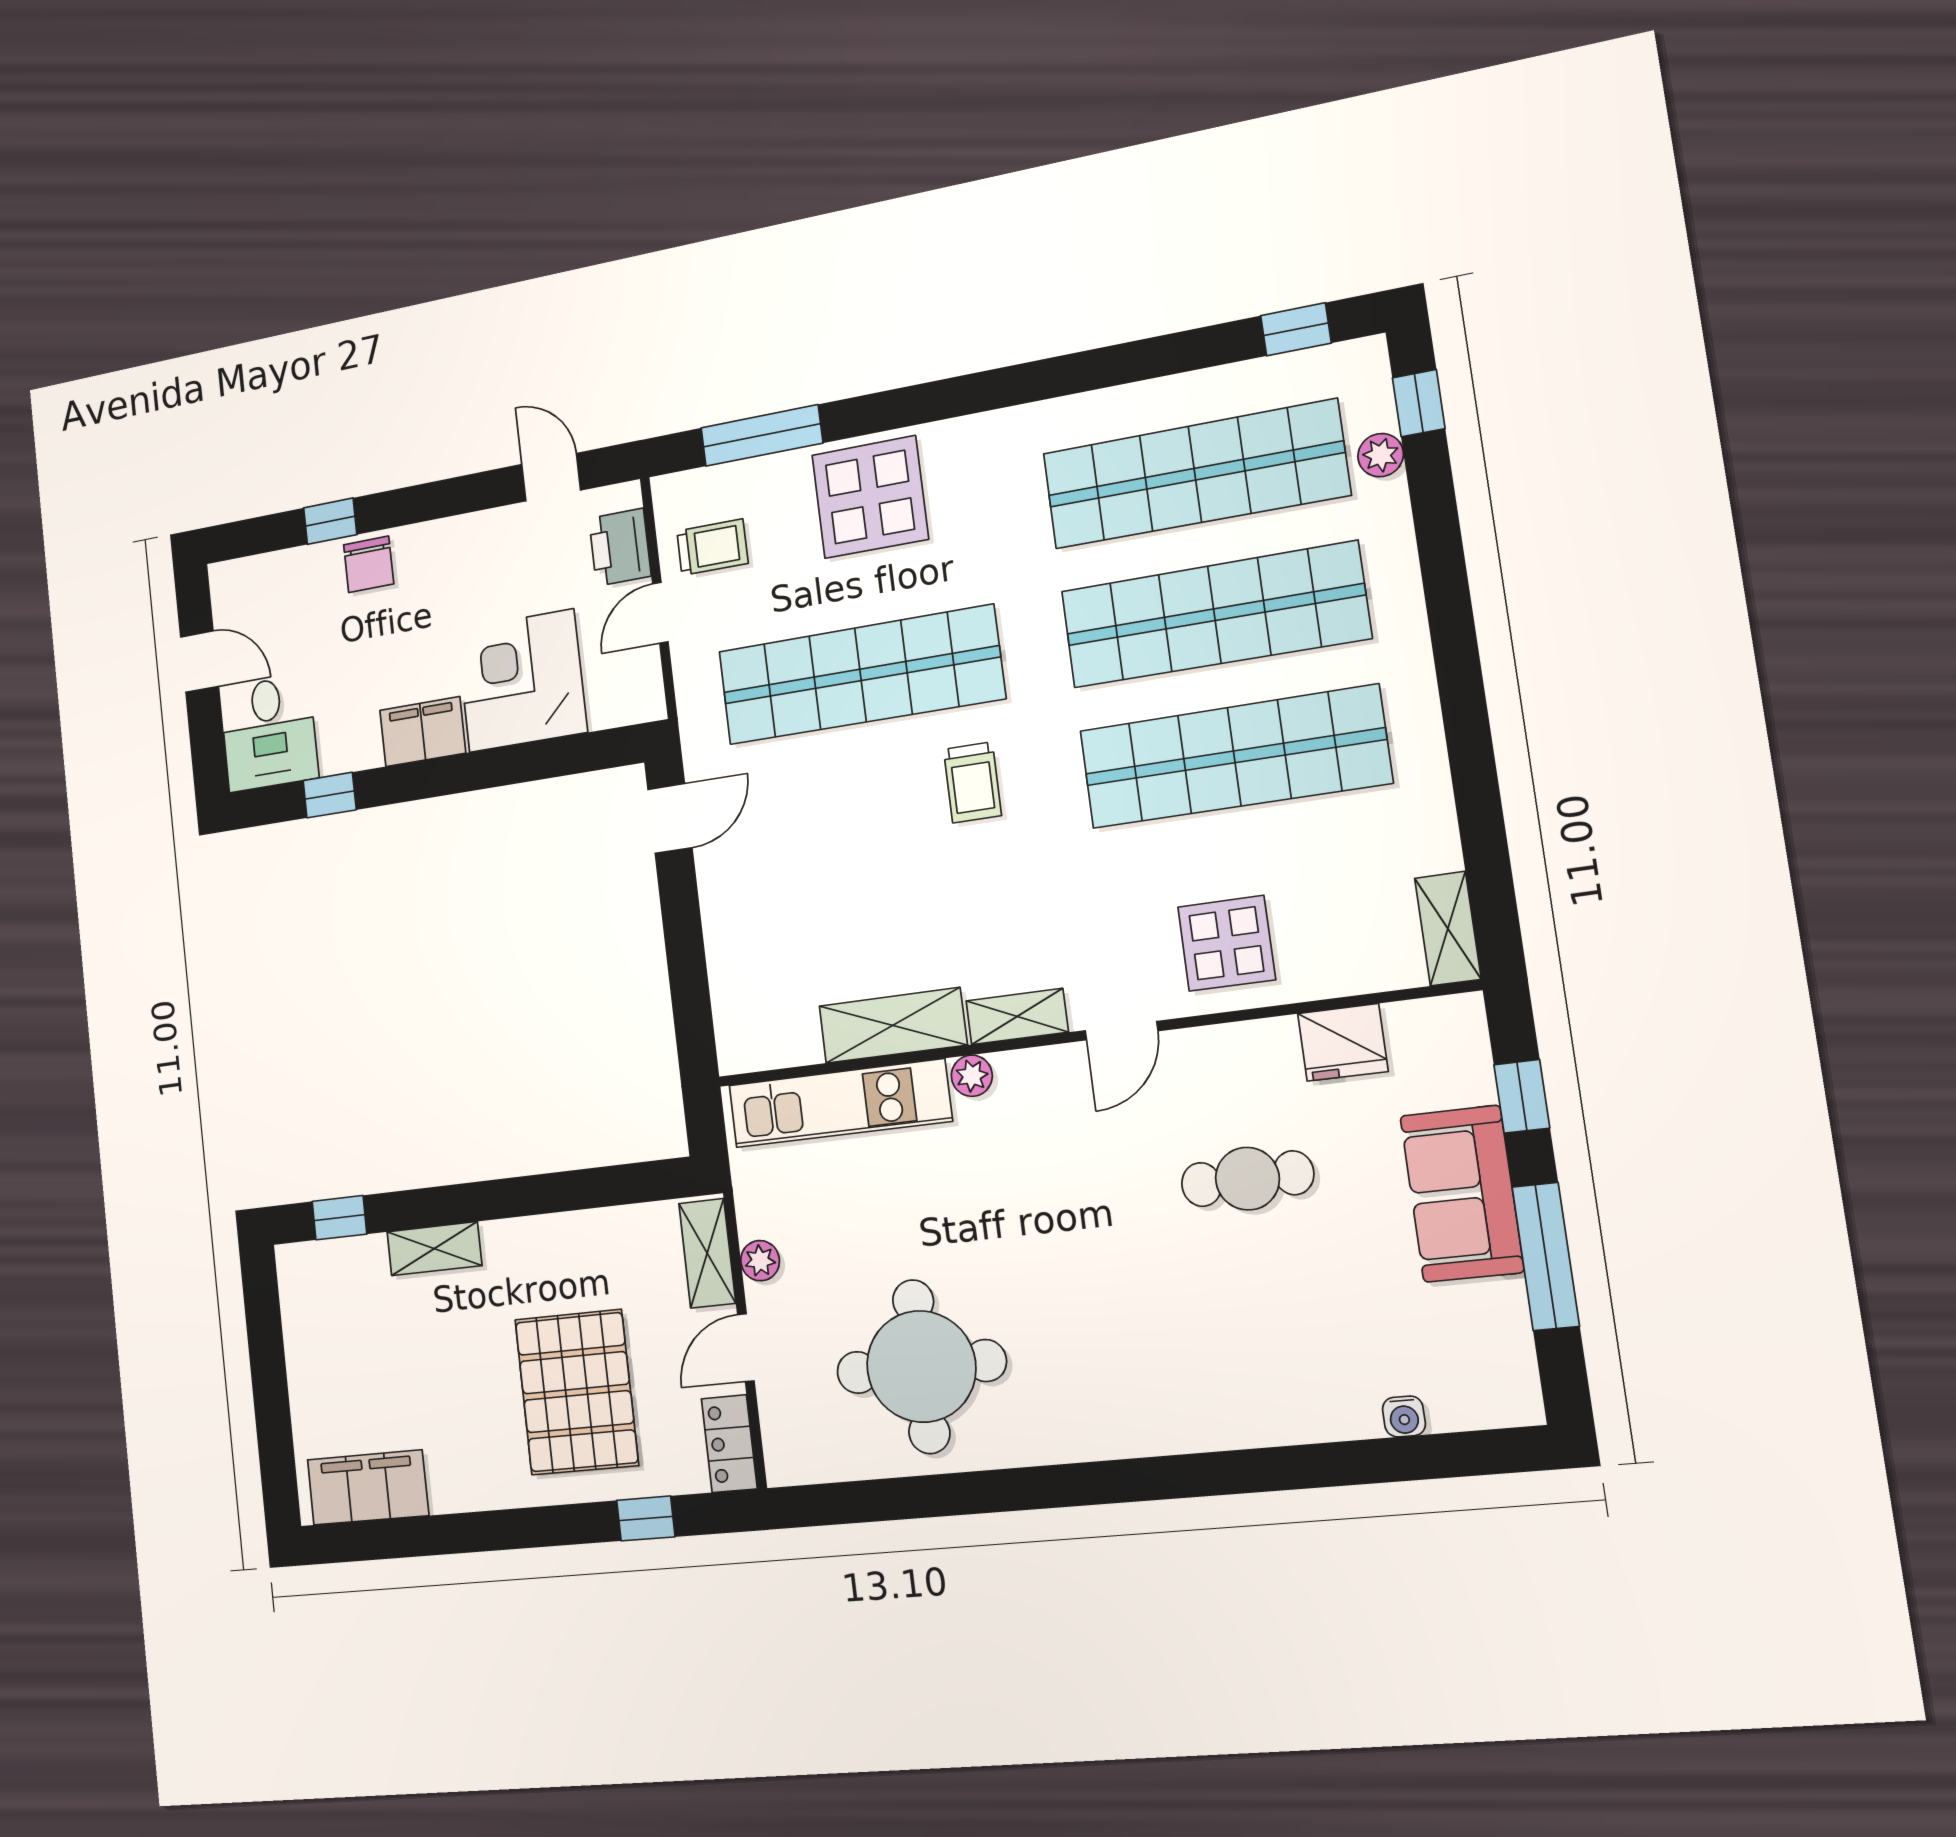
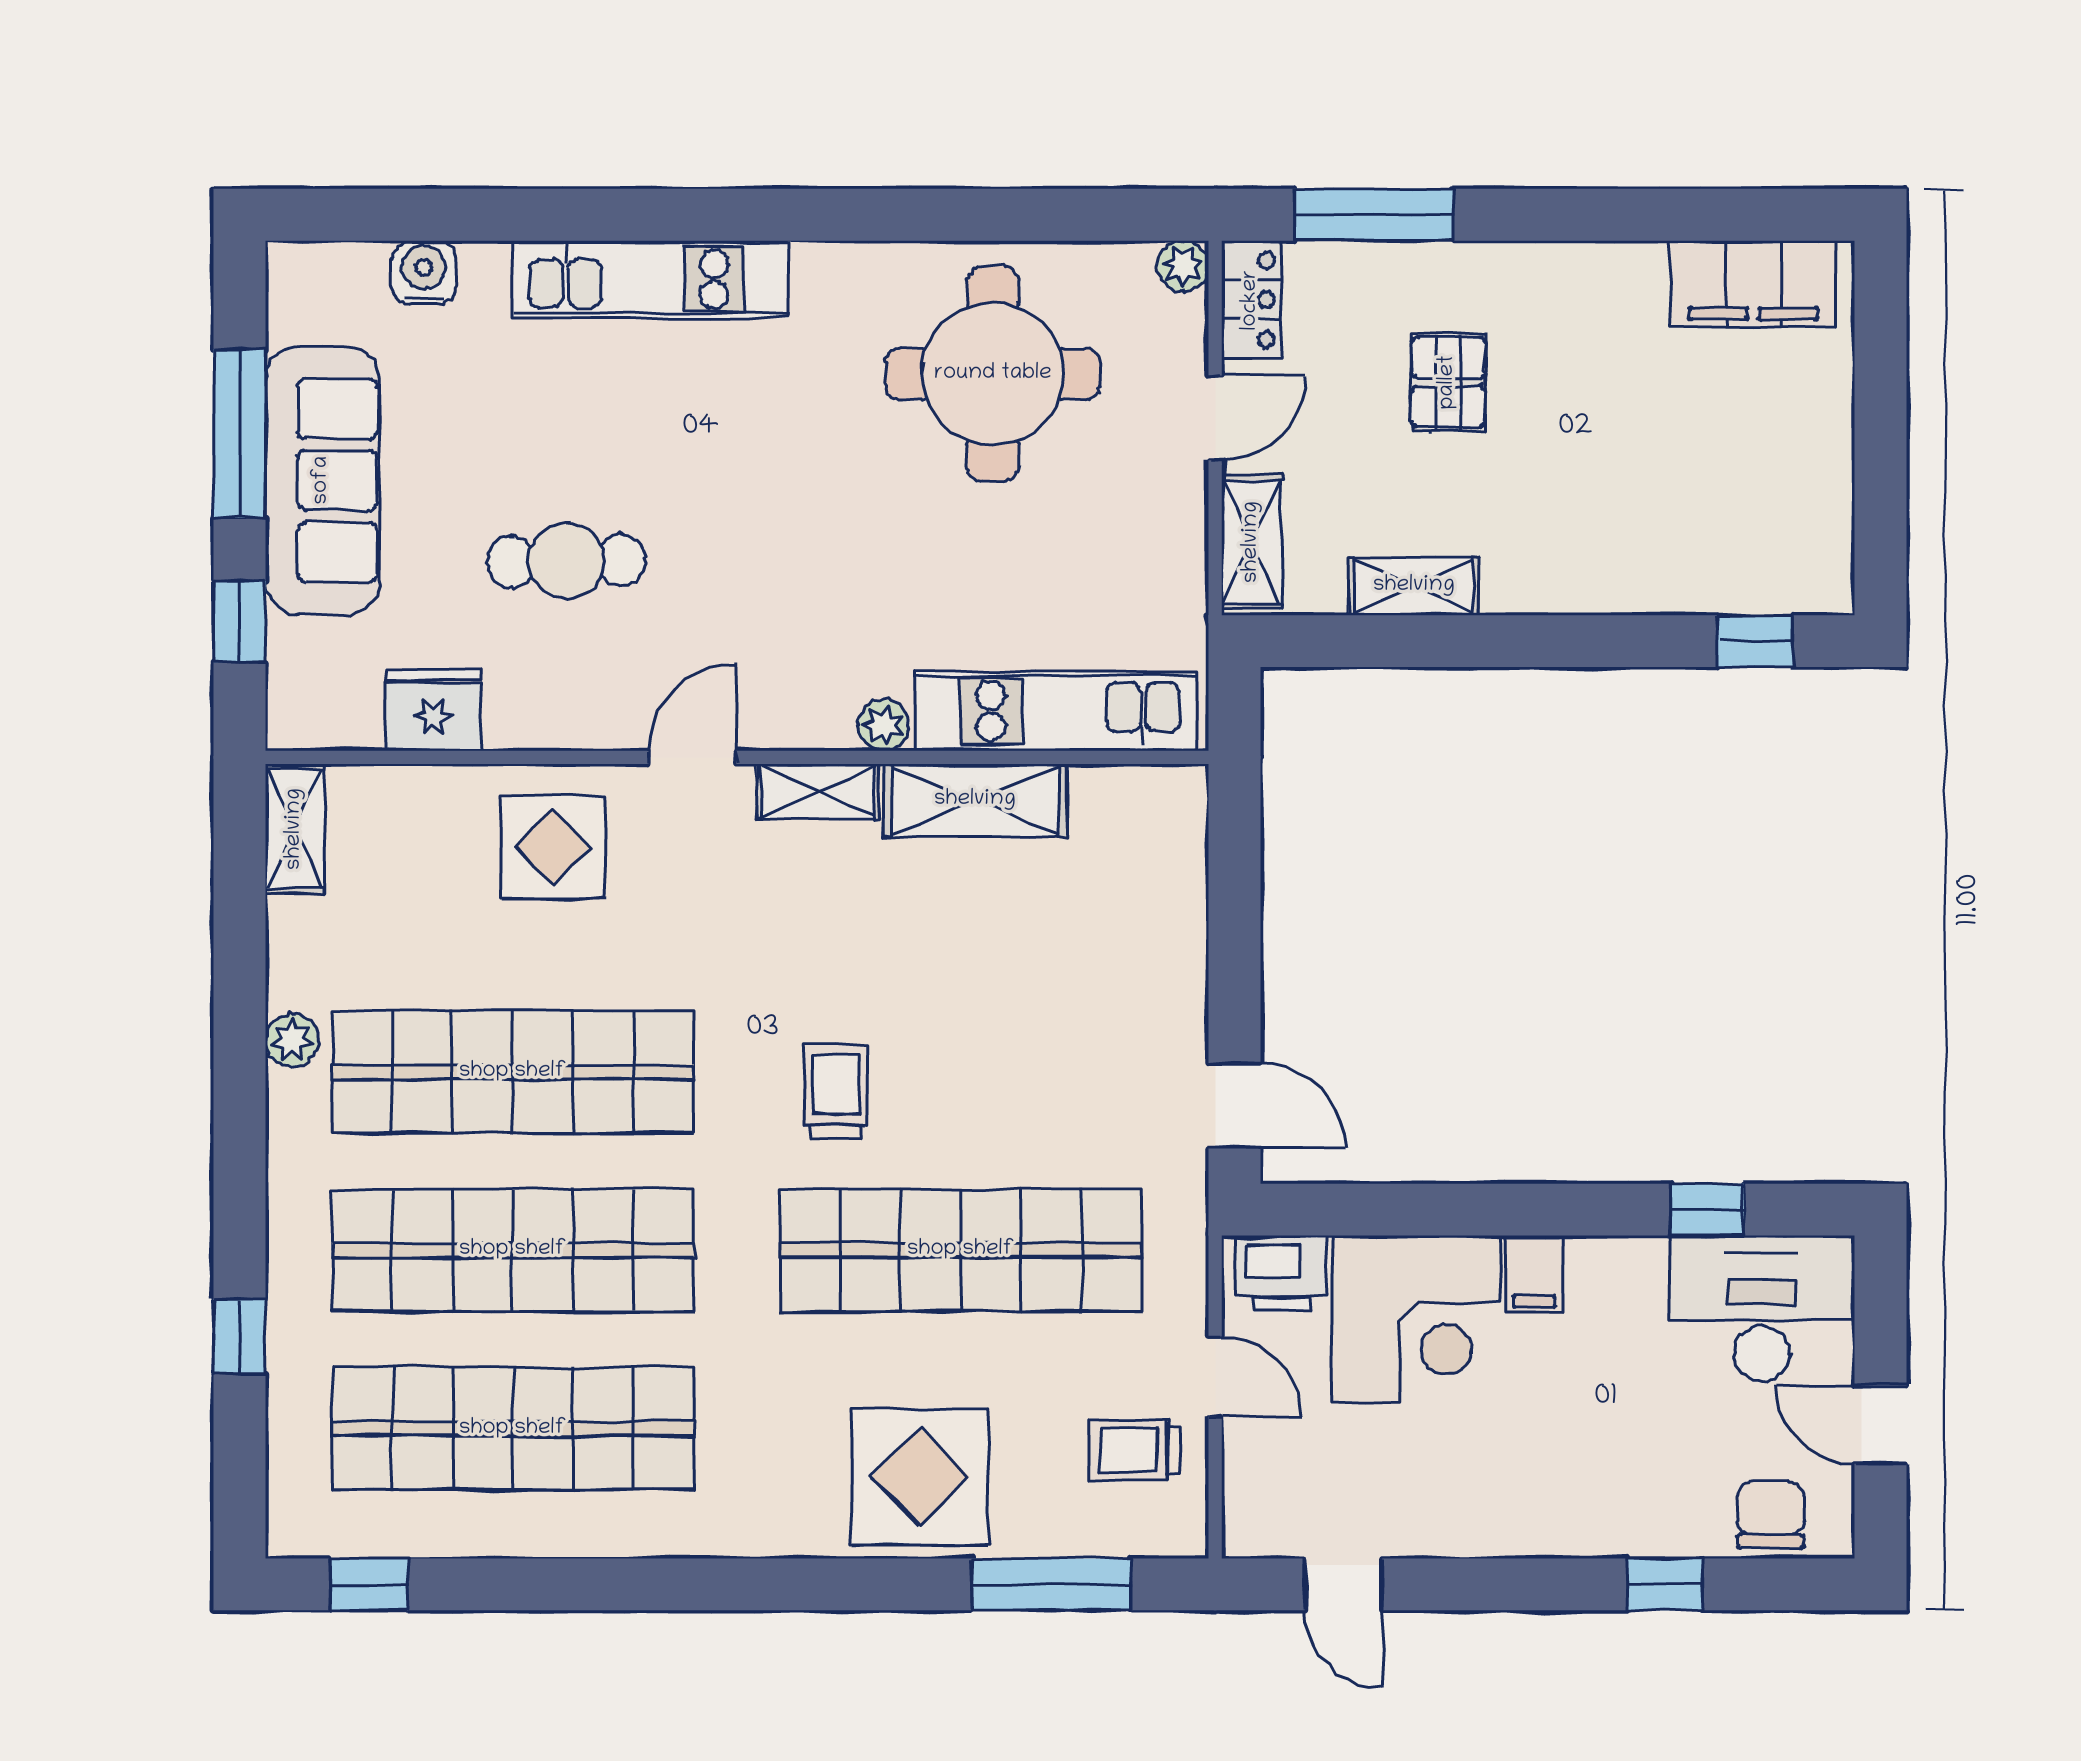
window: (1419, 403) -> (240, 1336), moved
plant: (1381, 455) -> (292, 1040), moved
printer: (620, 547) -> (1281, 1274), moved, turned 90
chair: (369, 564) -> (1771, 1515), moved
door: (660, 613) -> (1215, 1377), hinge flipped
filing cabinet: (423, 732) -> (1534, 1274), width x0.50
desk: (269, 733) -> (1762, 1308), width x1.37
door: (670, 818) -> (1234, 1105), swing flipped
sofa: (1462, 1194) -> (322, 480), width x1.36
shelving: (434, 1249) -> (1414, 586), moved
plant: (760, 1261) -> (1183, 266), moved
pallet: (576, 1392) -> (1448, 382), width x0.49, depth x0.50
water cooler: (1404, 1416) -> (424, 273), width x1.38, depth x1.38
kitchen unit: (1208, 1420) -> (651, 279), added
window: (646, 1519) -> (1373, 215), width x2.17

